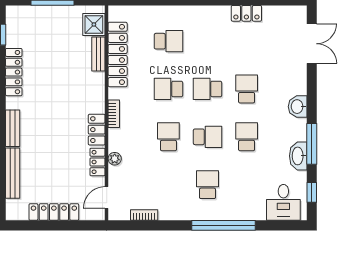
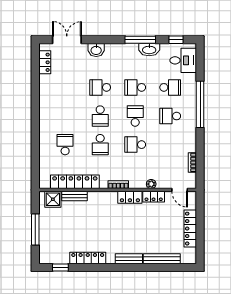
locker: (246, 13) -> (45, 62), moved
washbasin: (298, 107) -> (96, 50), moved
school desk: (247, 185) -> (170, 87), added

